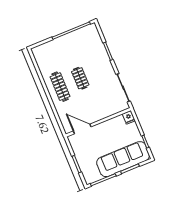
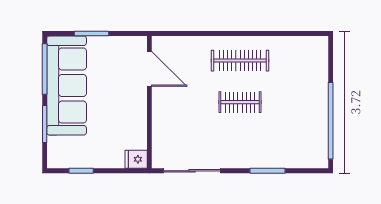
door: (82, 129) -> (149, 69), hinge flipped
sofa: (123, 159) -> (67, 85), moved

